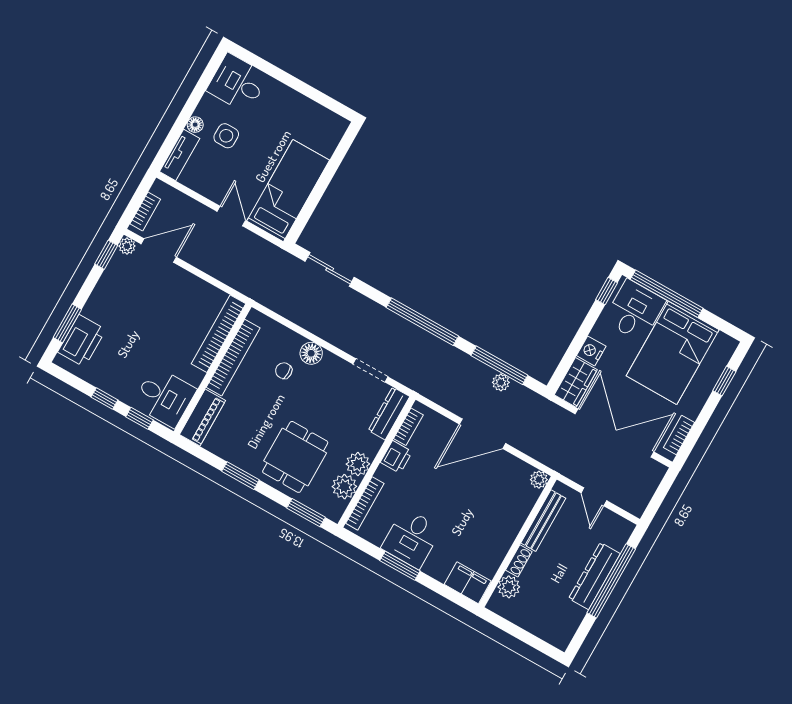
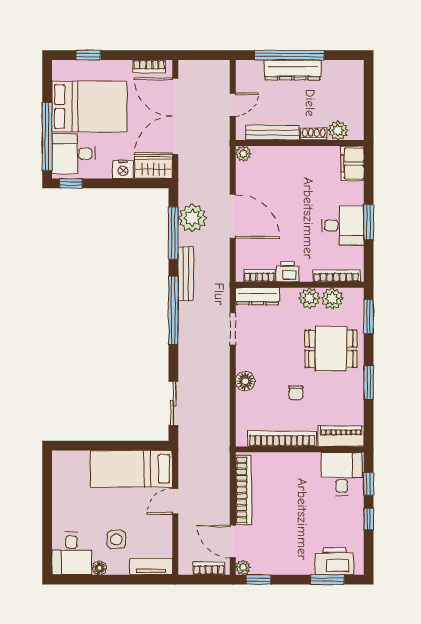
floor lamp: (195, 125) -> (100, 568), moved
bookcase: (219, 334) -> (243, 490), moved, turned -90
bench: (452, 355) -> (186, 274), added
chair: (284, 371) -> (296, 393), moved
plant: (501, 382) -> (192, 218), width x1.88, depth x1.88

